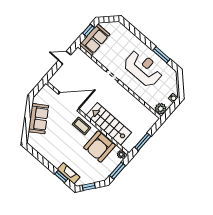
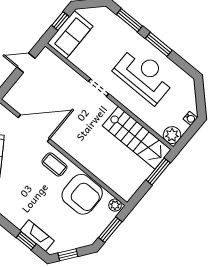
window: (135, 31) -> (129, 20), added
window: (161, 55) -> (159, 44), moved
stairs: (109, 124) -> (137, 138), moved, turned 180
window: (143, 142) -> (158, 171), moved
armchair: (99, 146) -> (82, 194), turned -90

